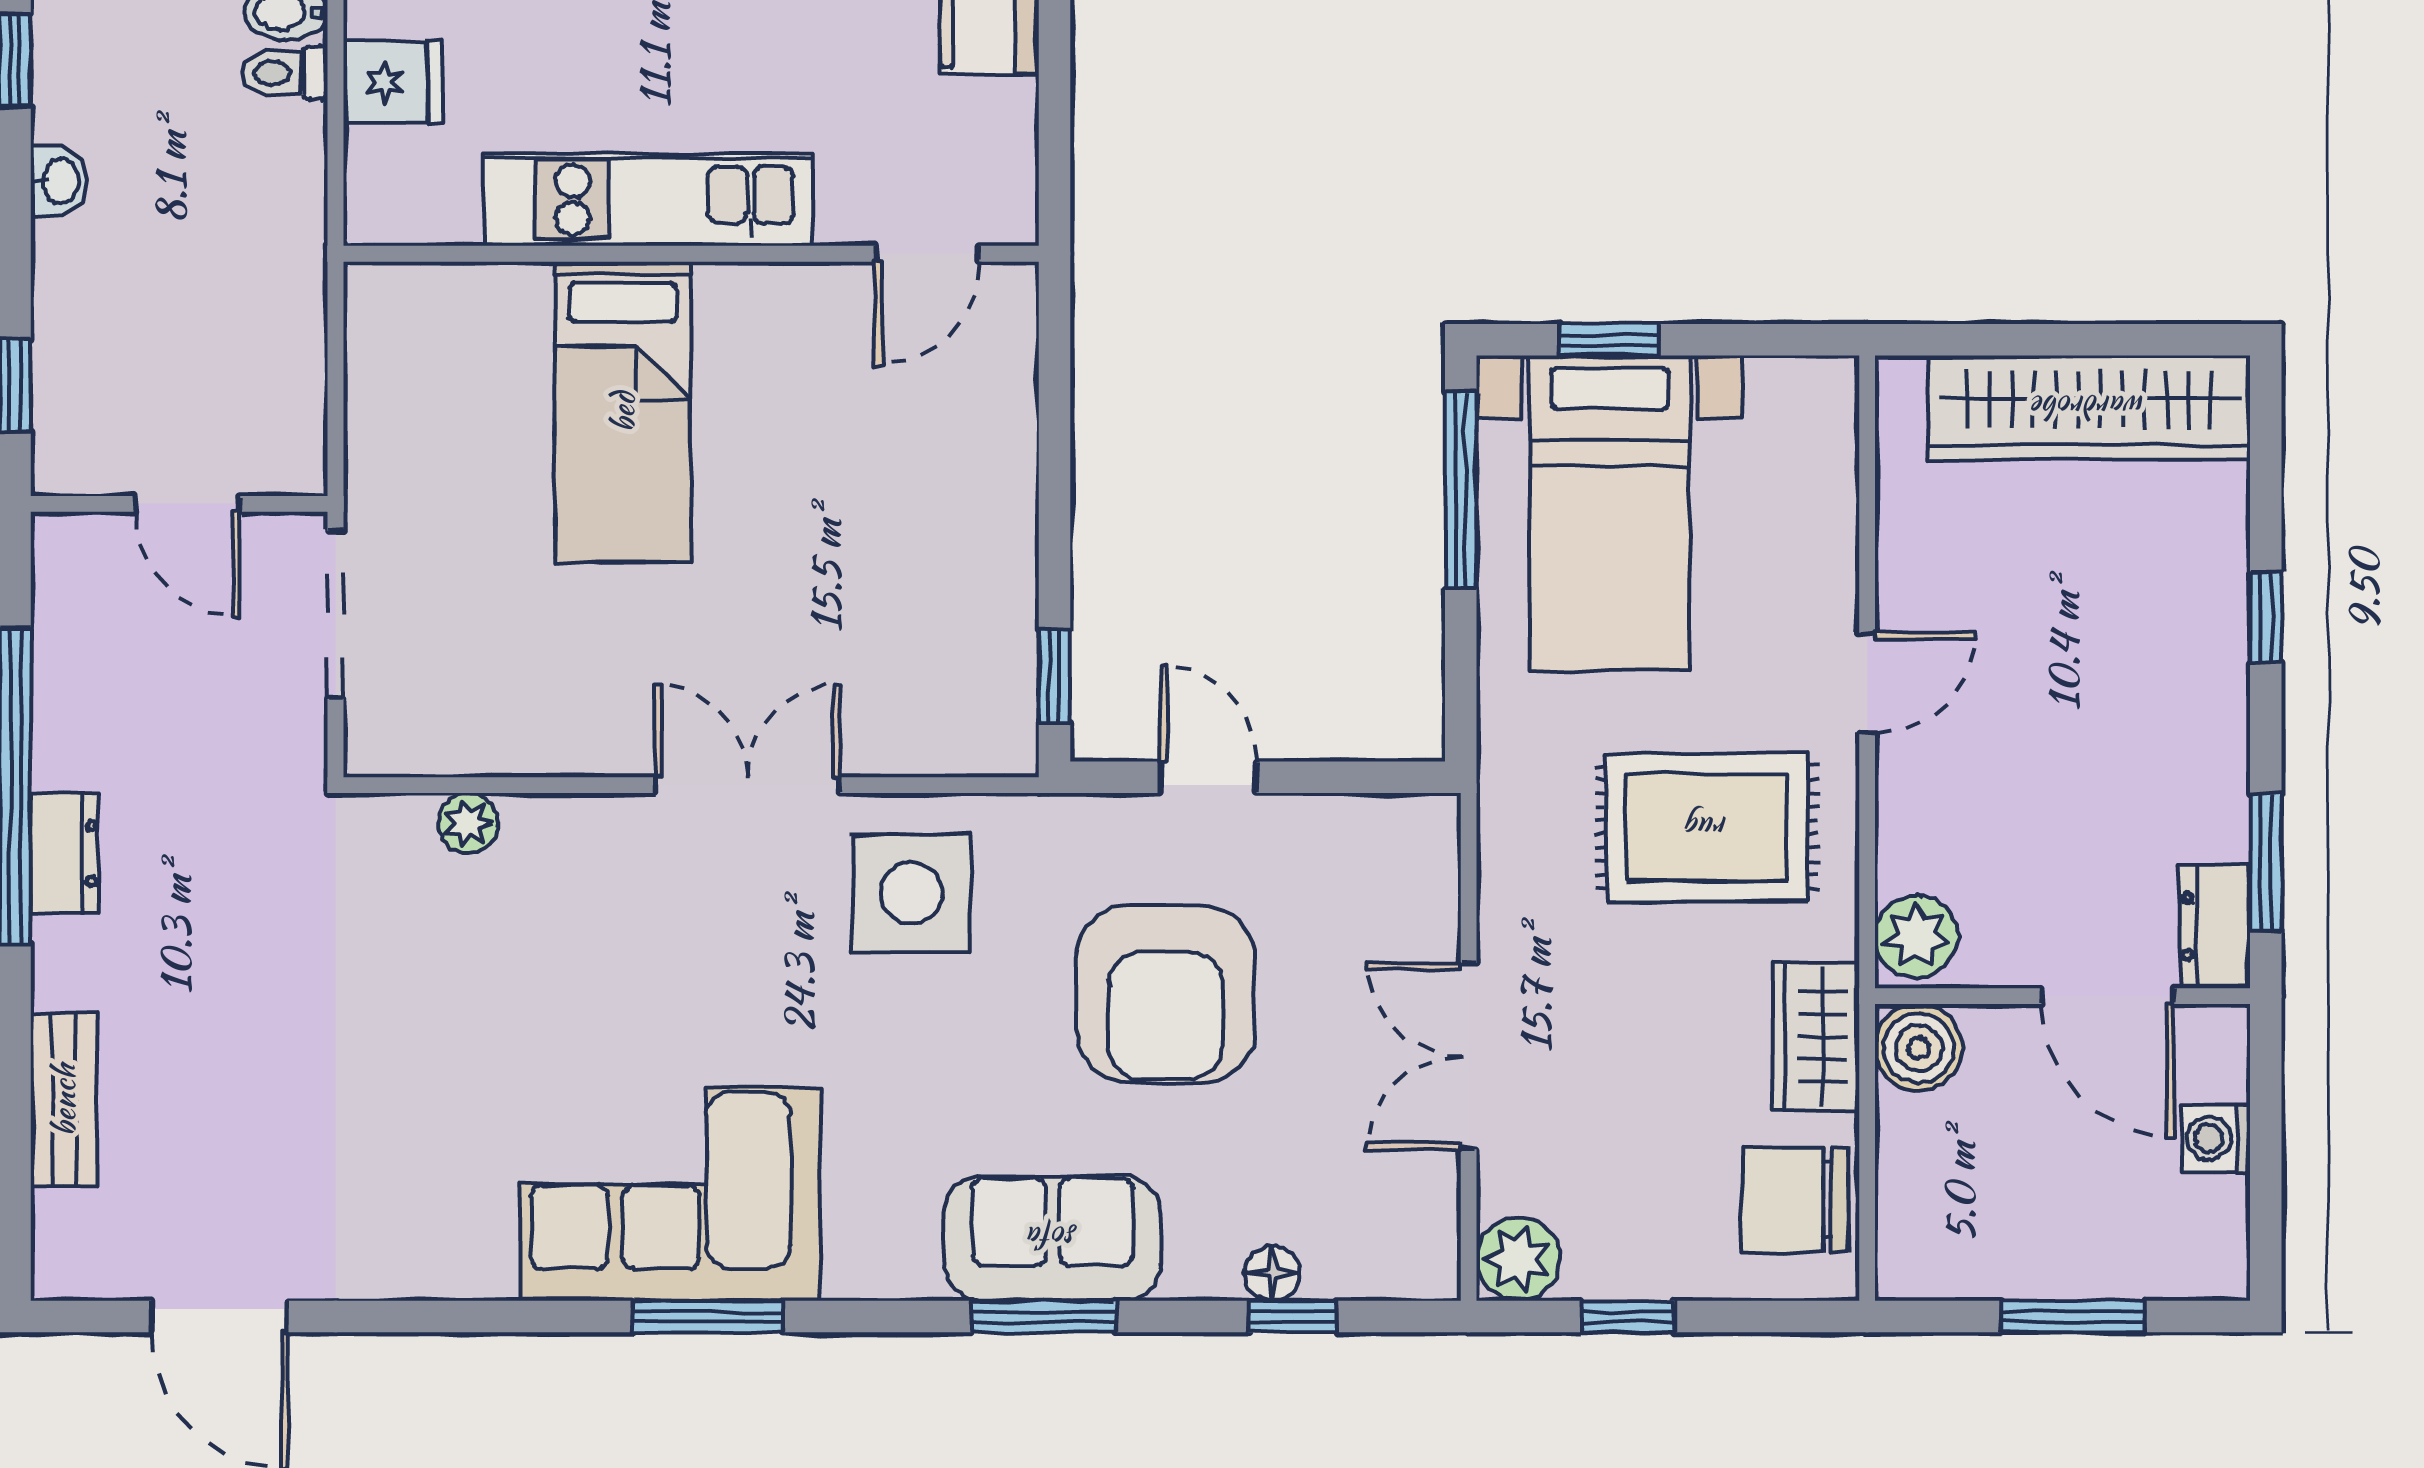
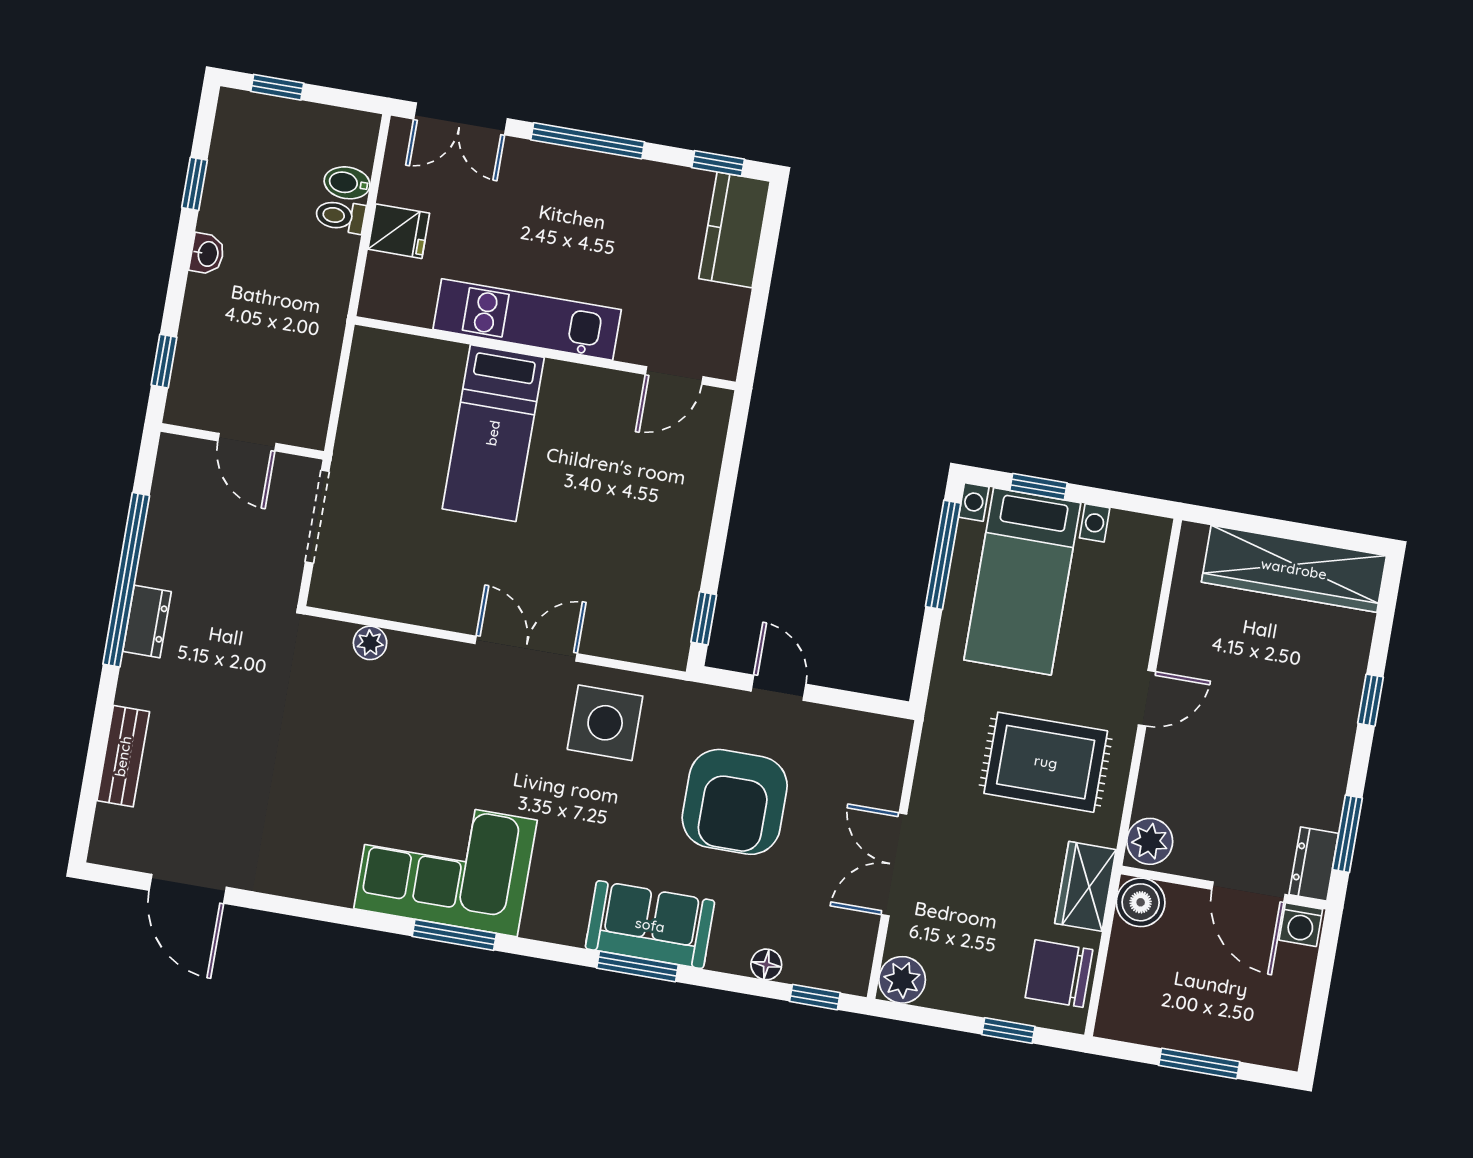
washing machine: (2216, 1138) -> (1301, 925), moved, turned -90
window: (1293, 1317) -> (815, 997), moved
window: (1628, 1317) -> (1008, 1031), moved

